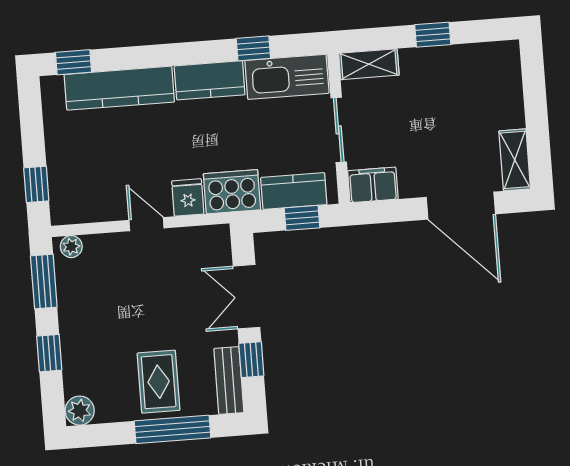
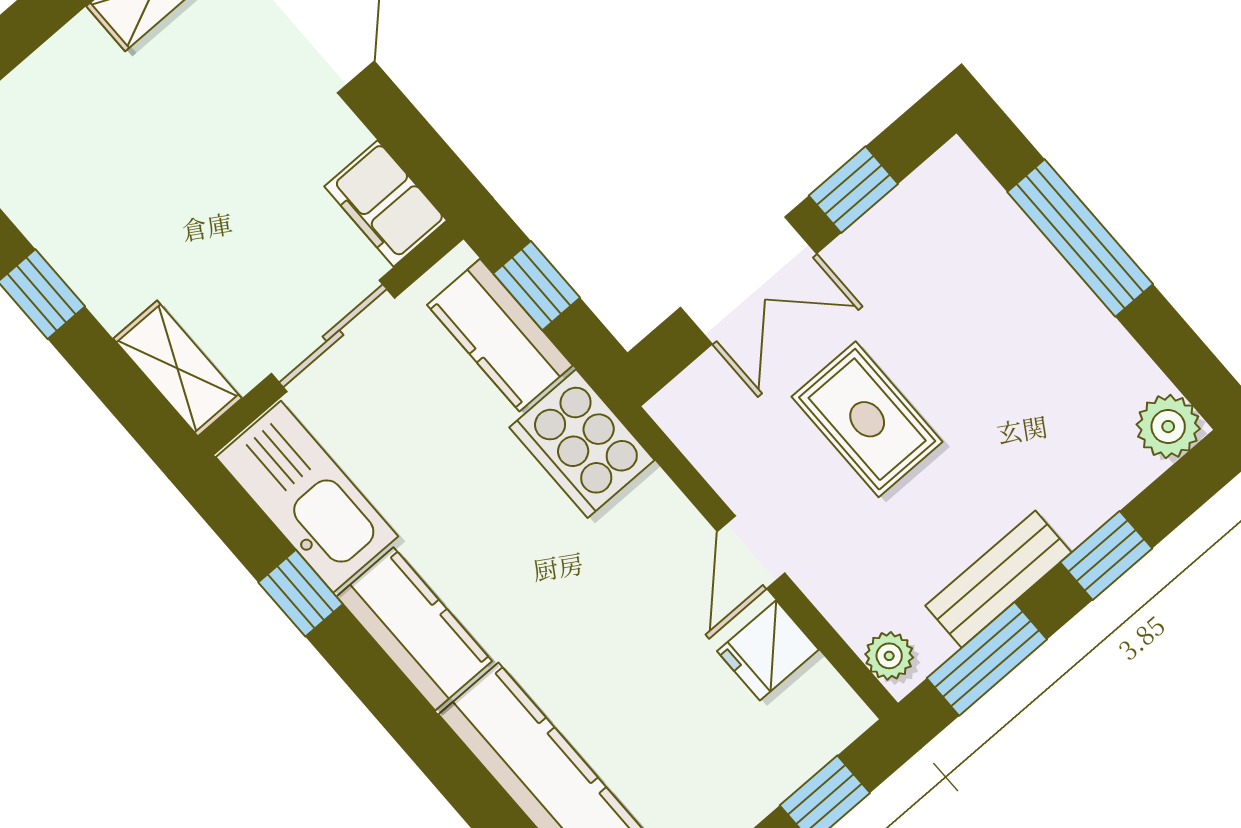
fridge: (188, 197) -> (768, 650), moved
bench: (229, 380) -> (998, 579), moved
rug: (159, 382) -> (867, 419), moved, turned 90

